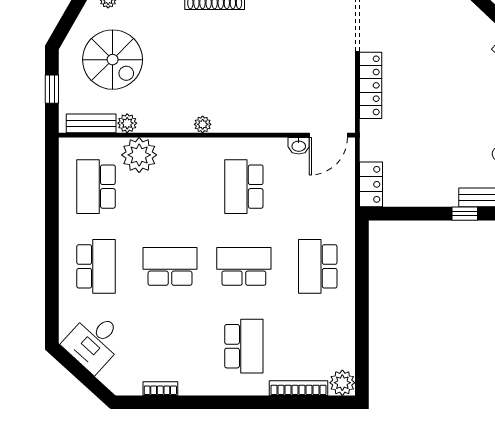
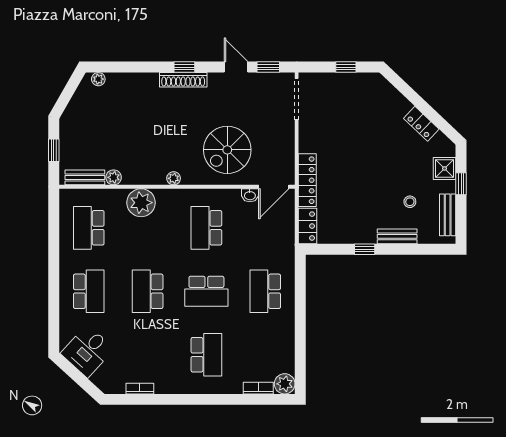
spiral stairs: (113, 60) -> (227, 150), moved, turned 90
locker: (371, 85) -> (307, 180), moved
plant: (139, 155) -> (141, 203), moved
window: (465, 214) -> (365, 249), moved
school desk: (170, 266) -> (148, 291), turned -90
school desk: (244, 266) -> (206, 291), turned 180
bookcase: (299, 388) -> (258, 388), width x0.64

